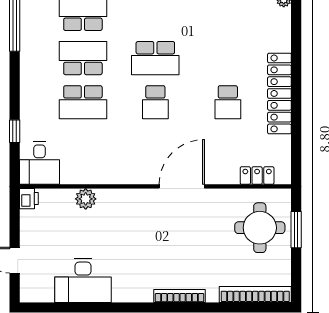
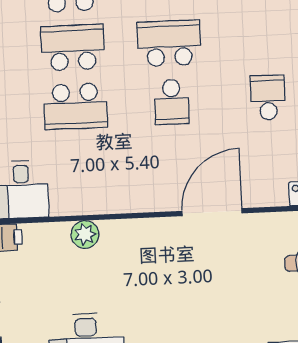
school desk: (155, 58) -> (169, 43), turned 180
school desk: (228, 102) -> (268, 98), turned 180

